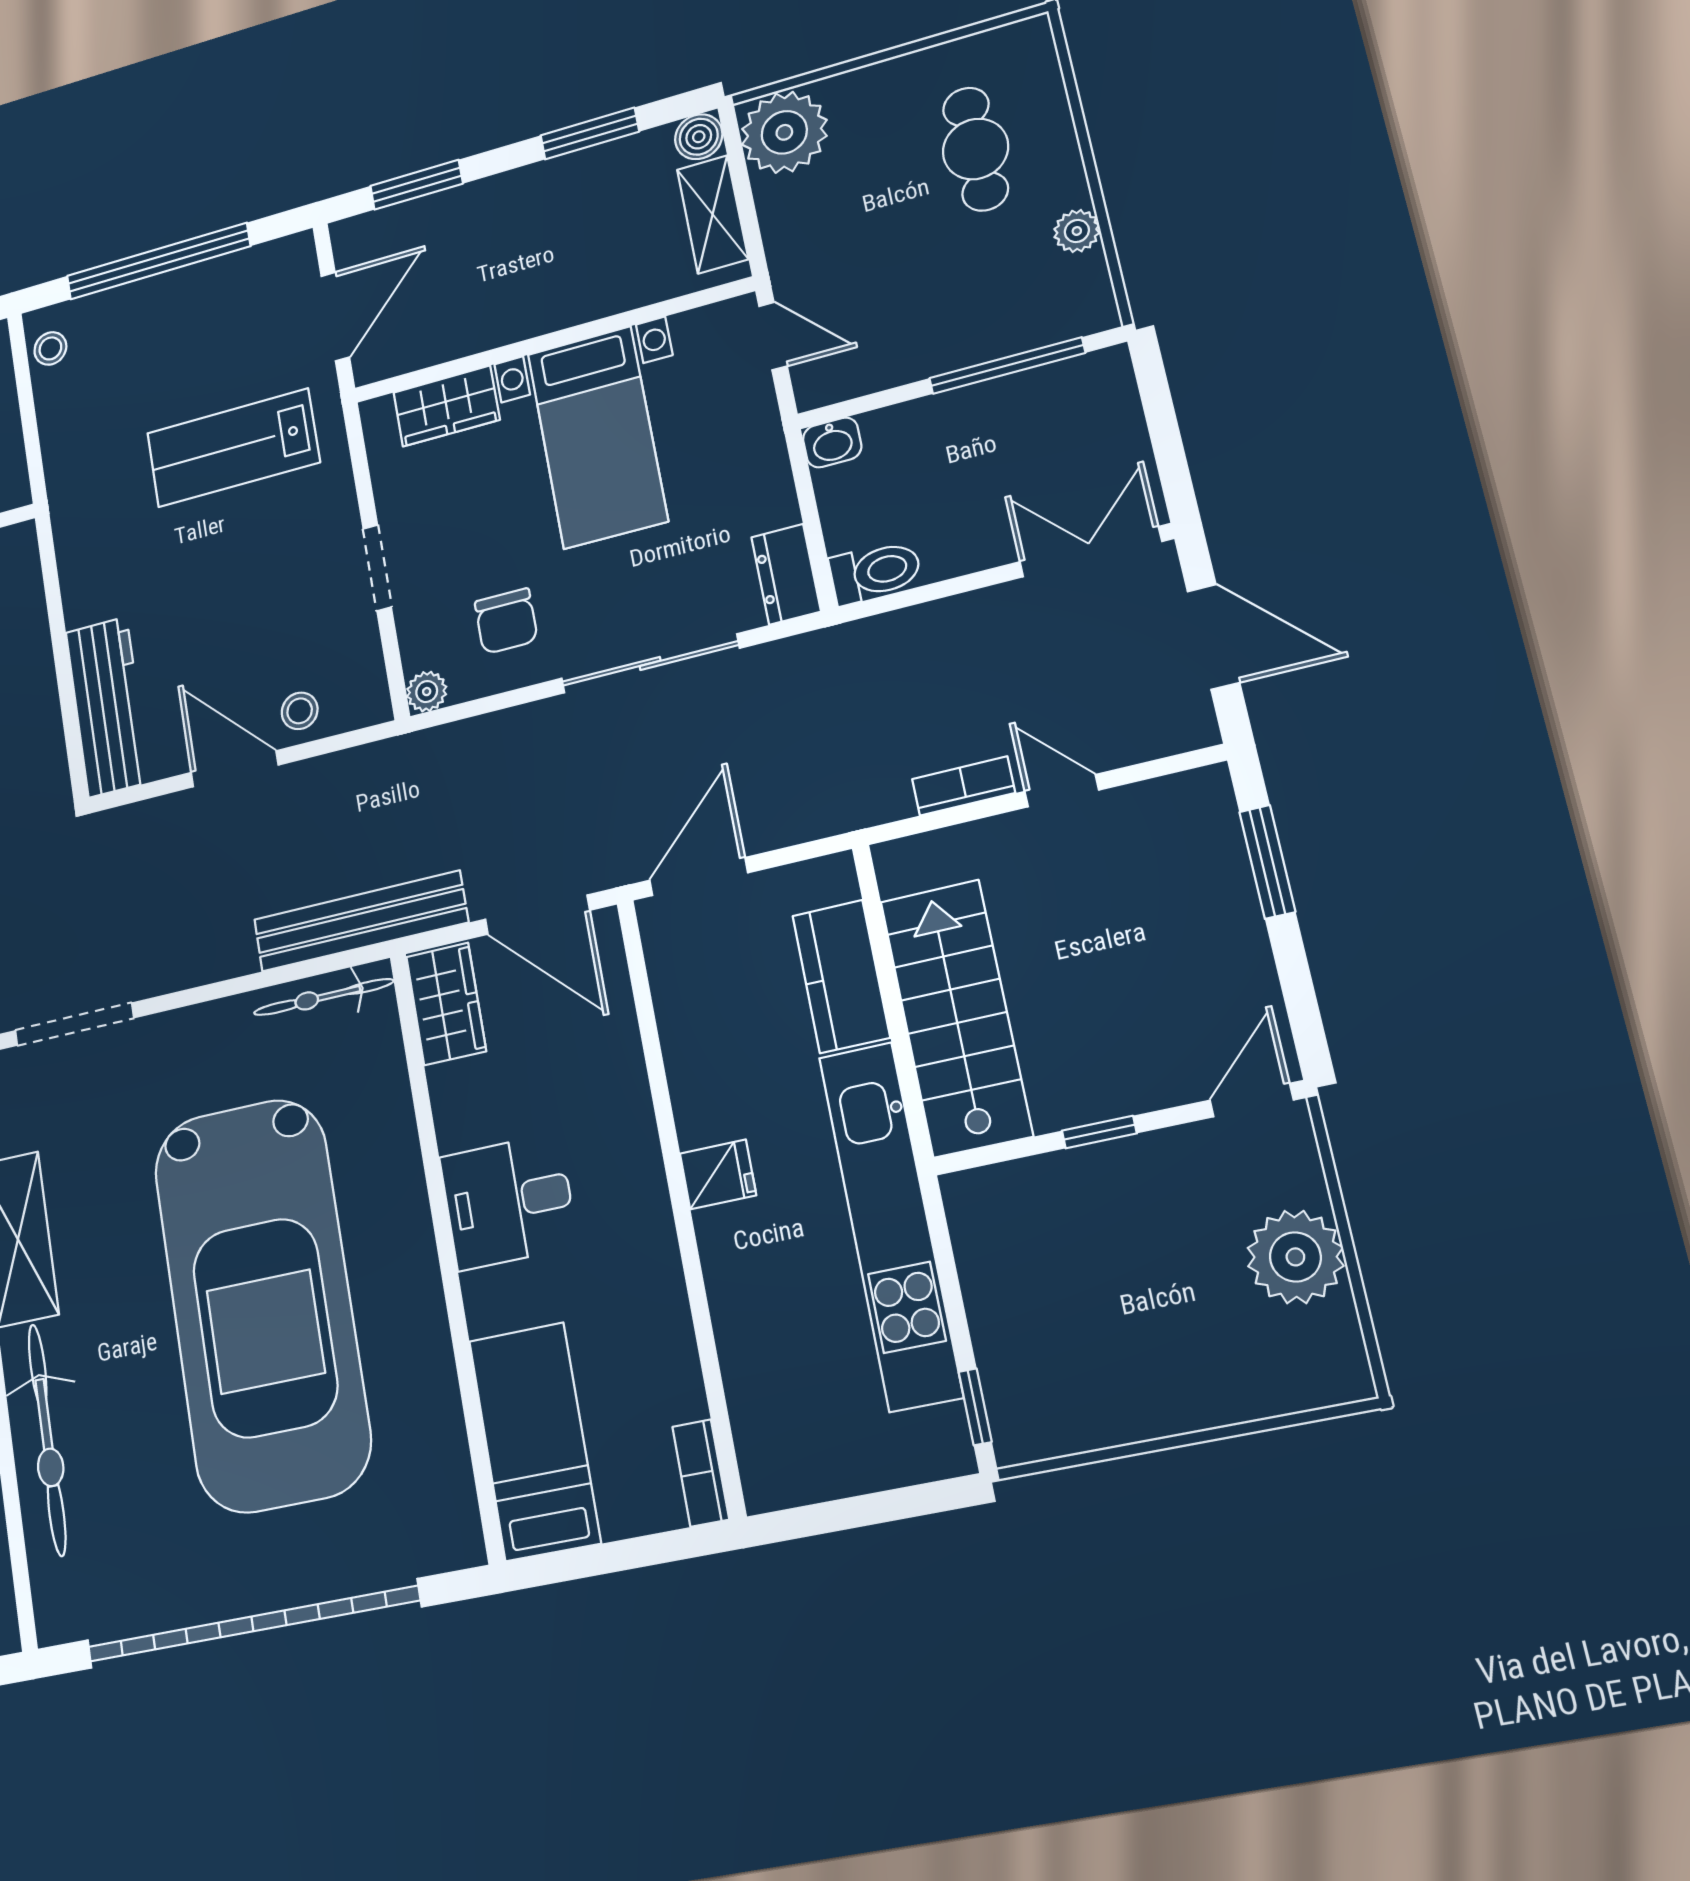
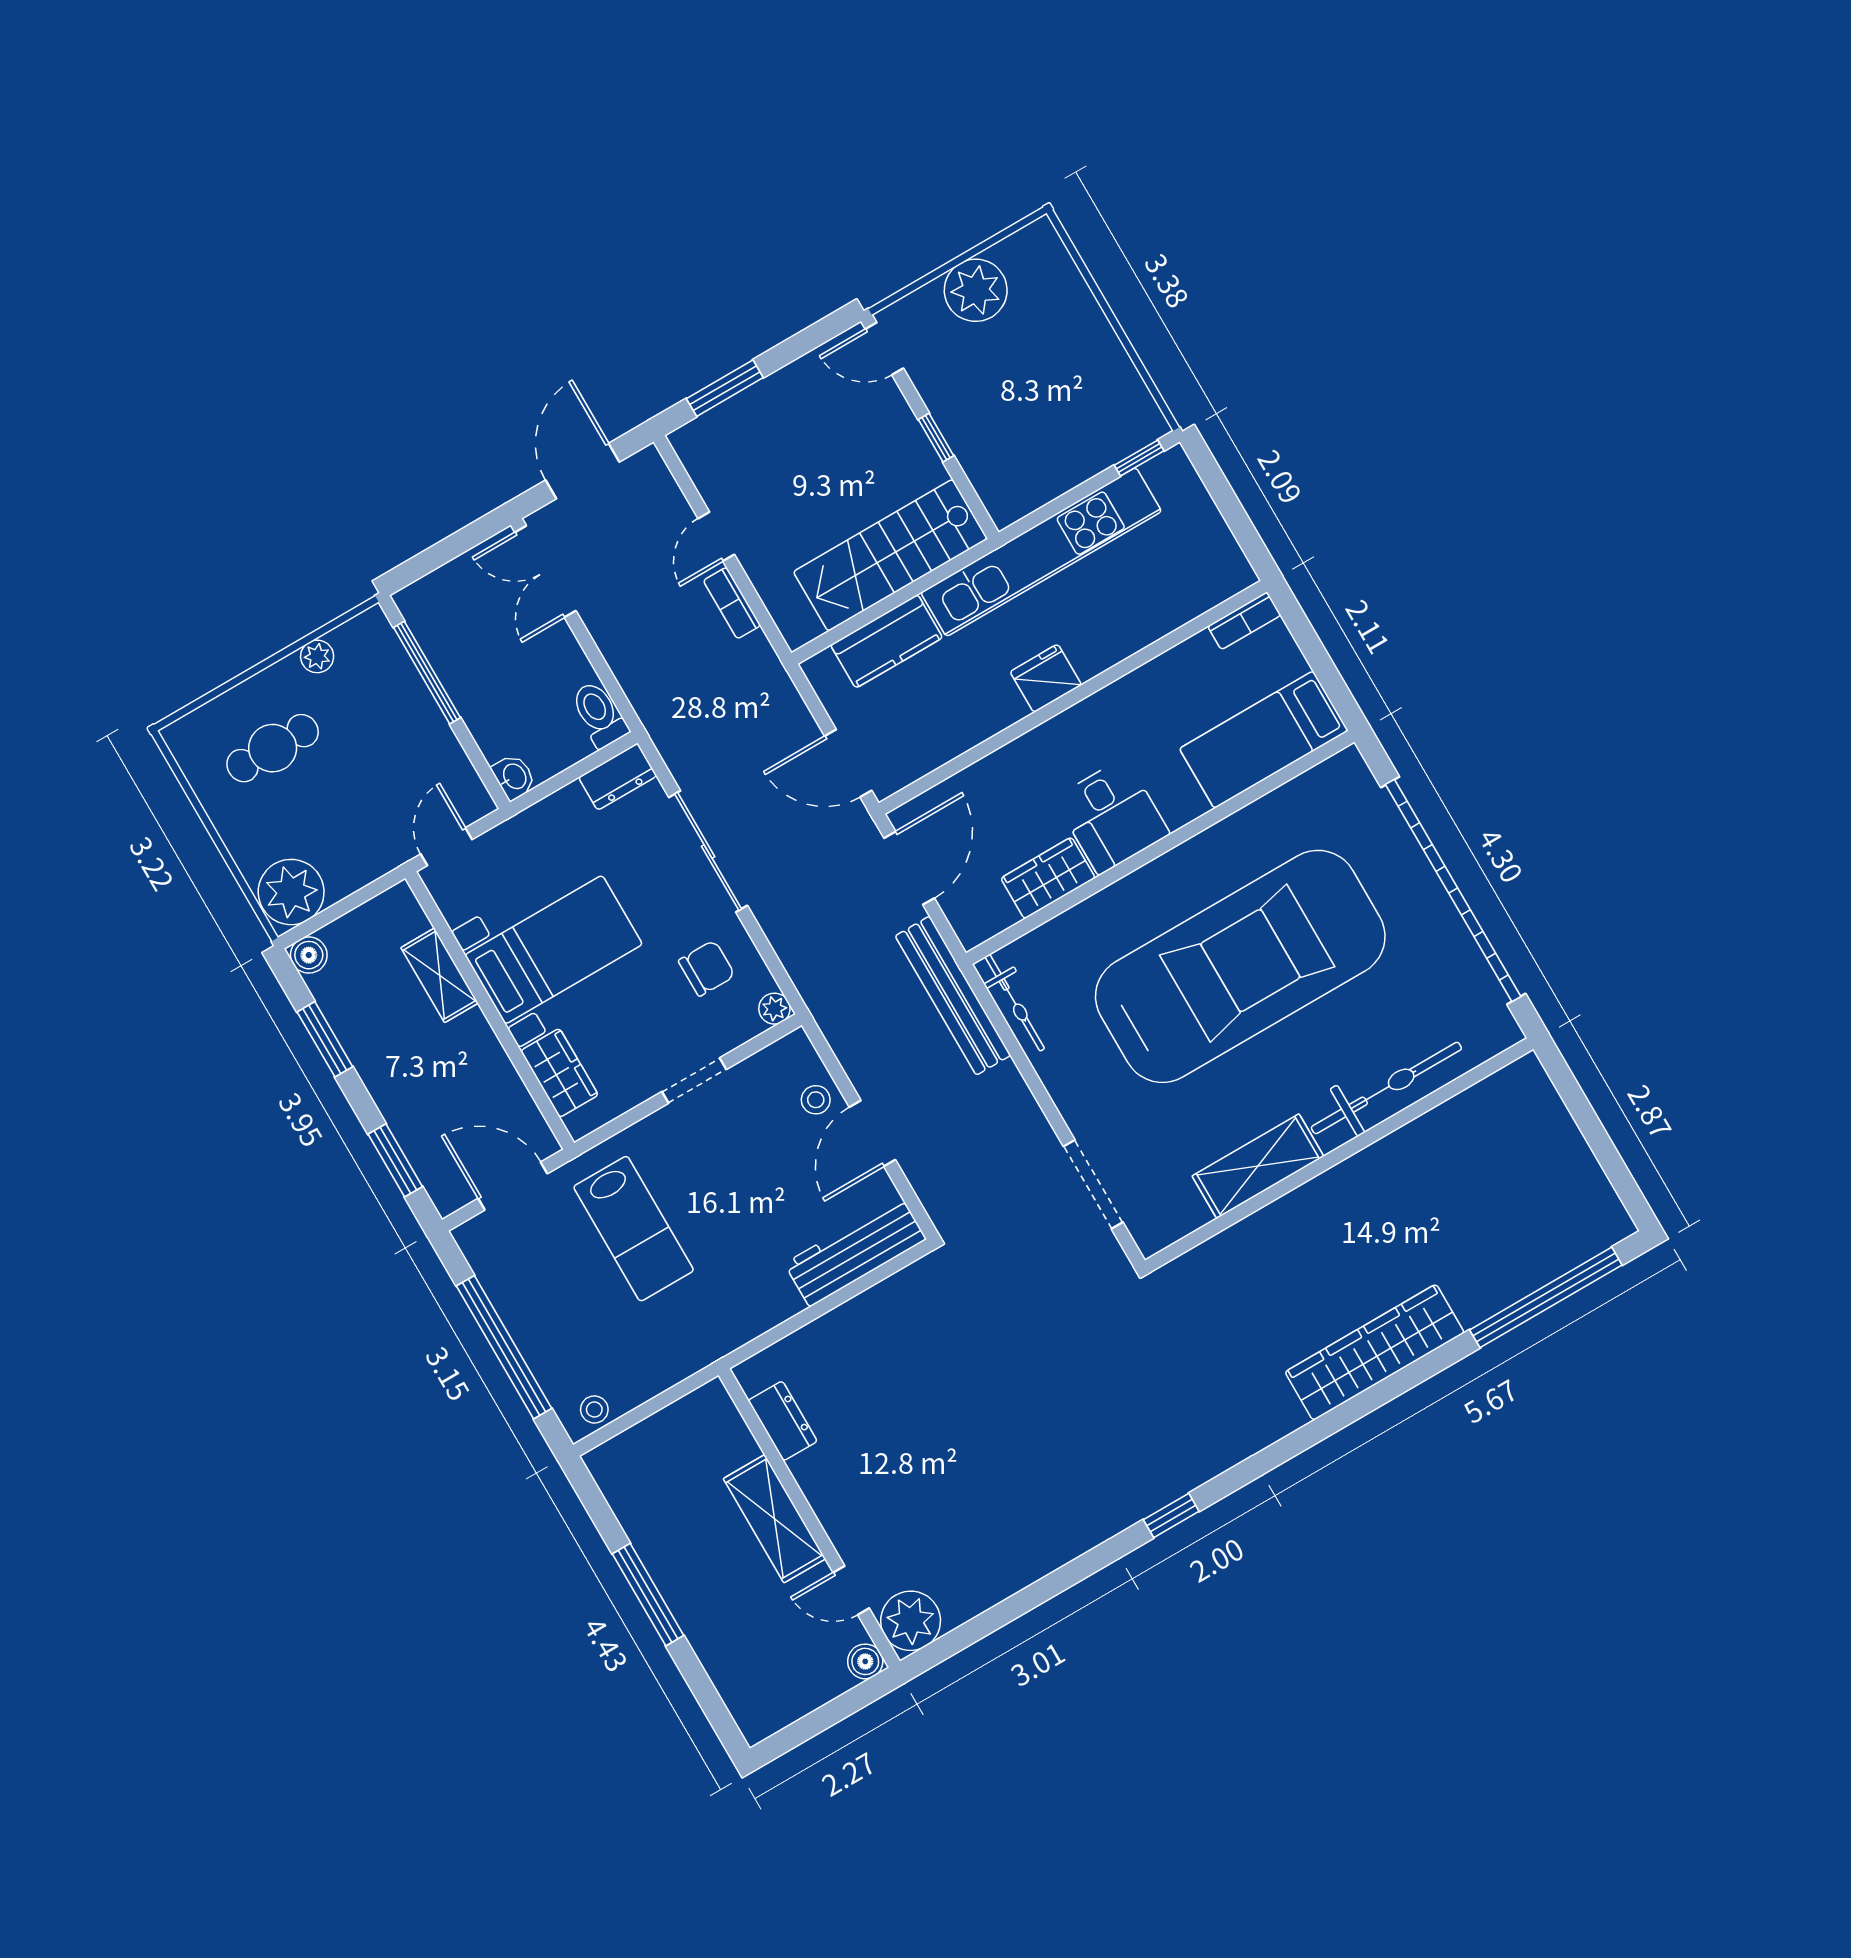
shelving: (713, 214) -> (440, 975), moved, turned 90
wardrobe: (446, 1004) -> (1048, 878), moved
fridge: (718, 1174) -> (1046, 678), width x1.38

